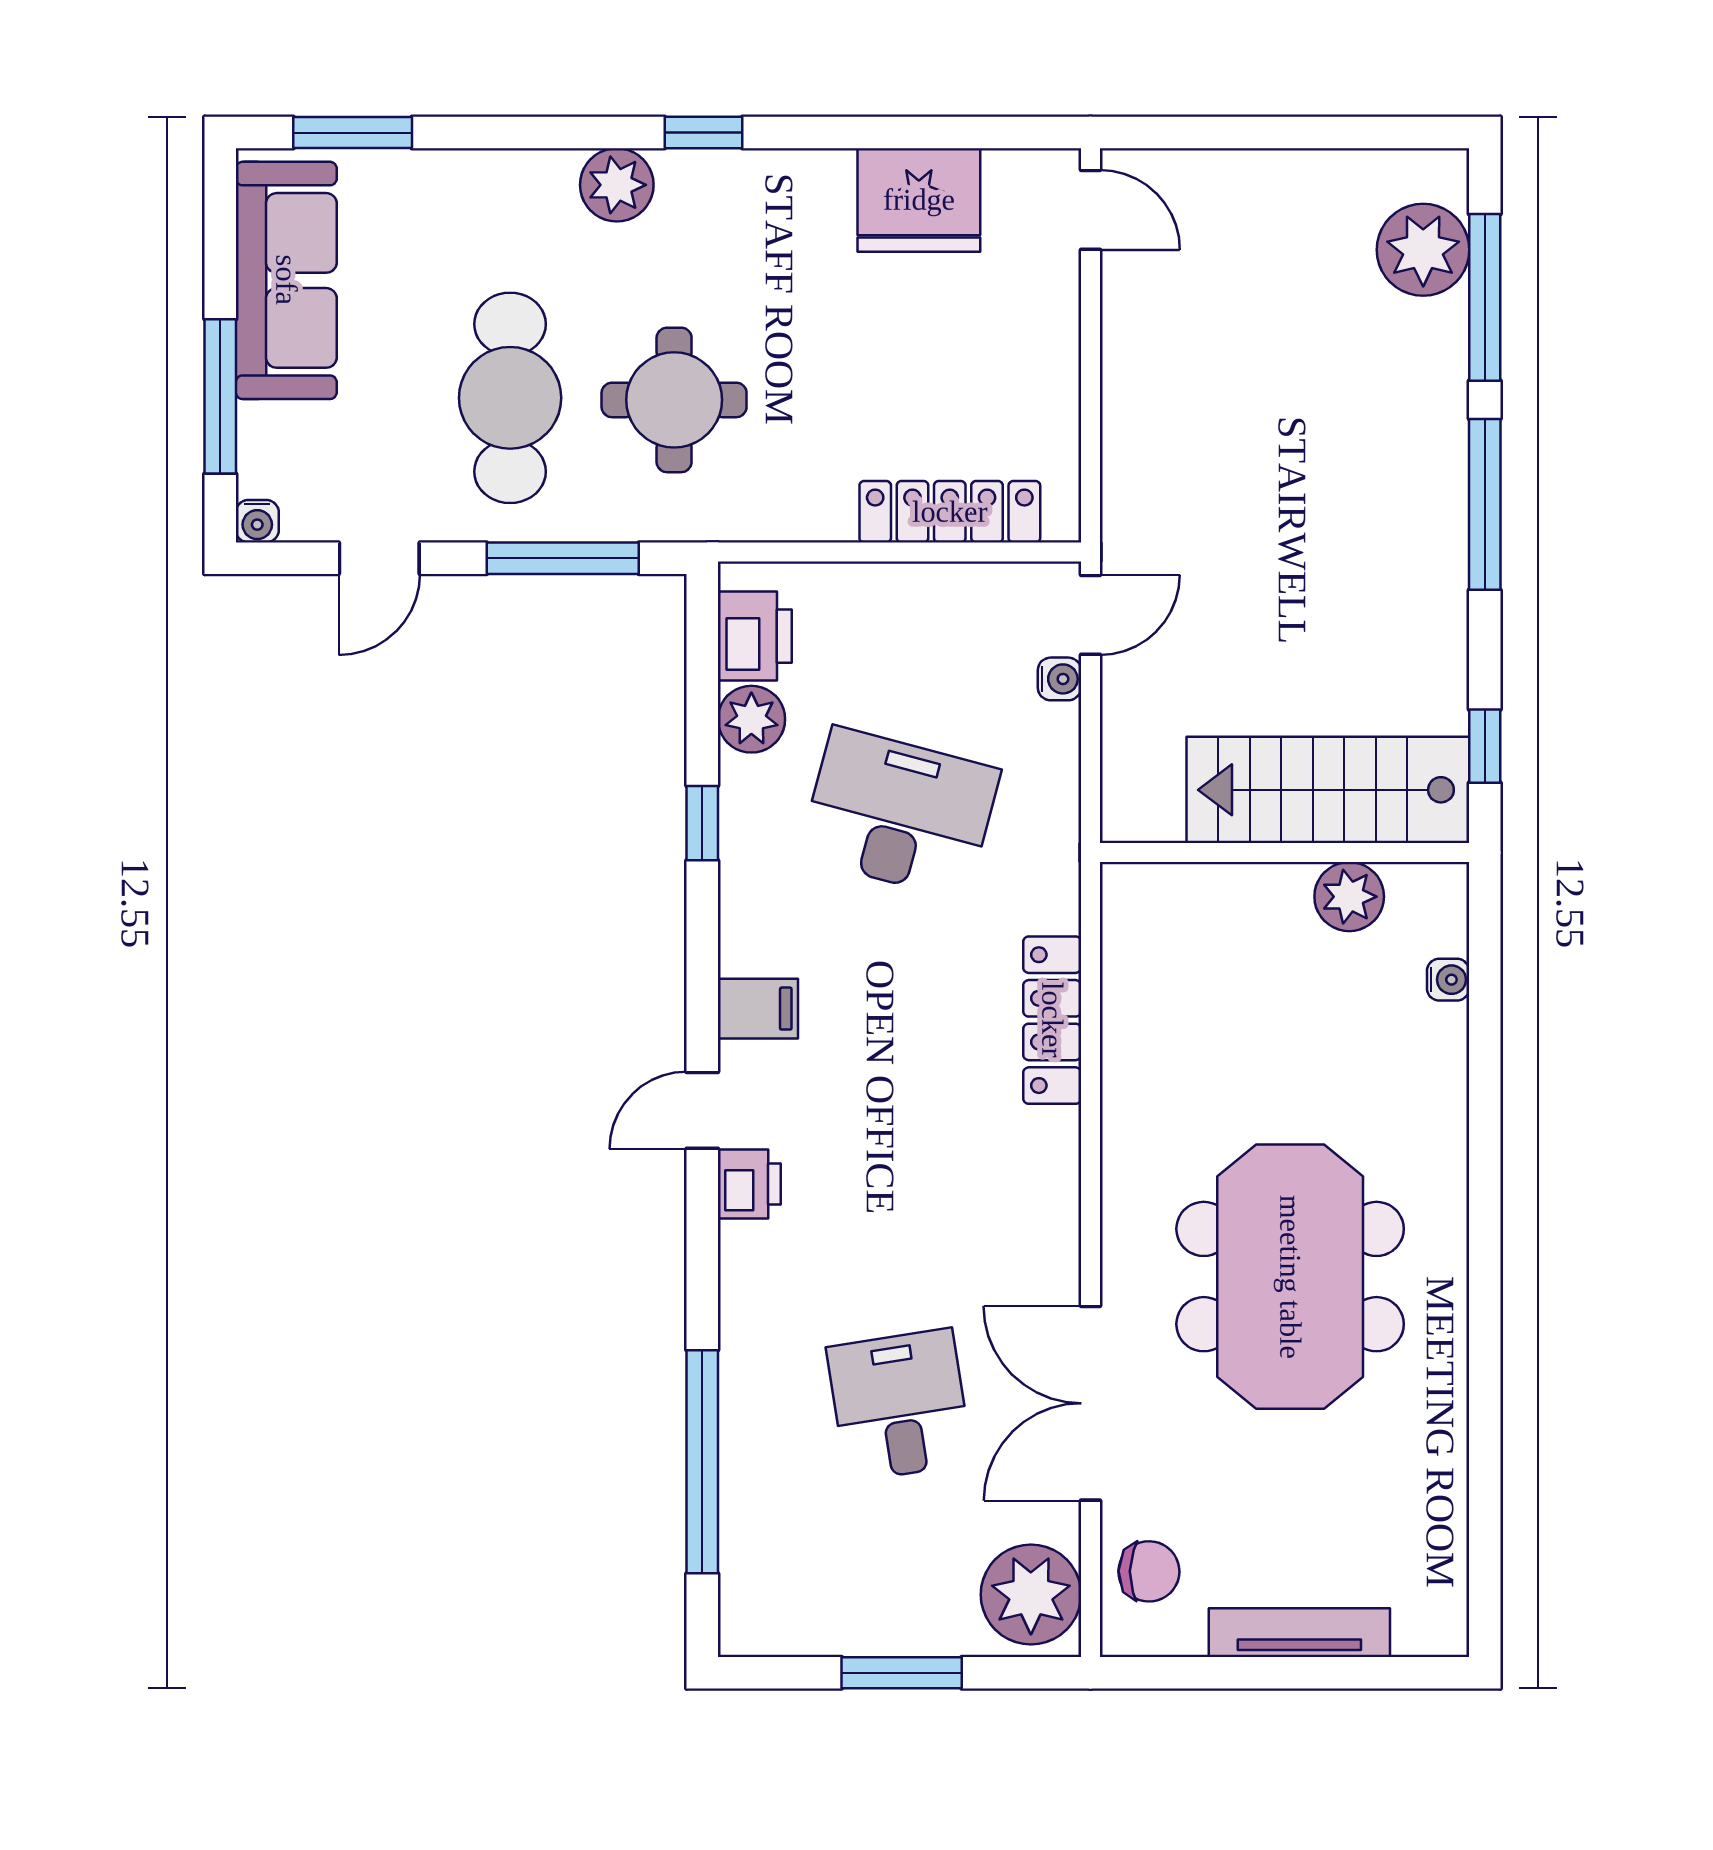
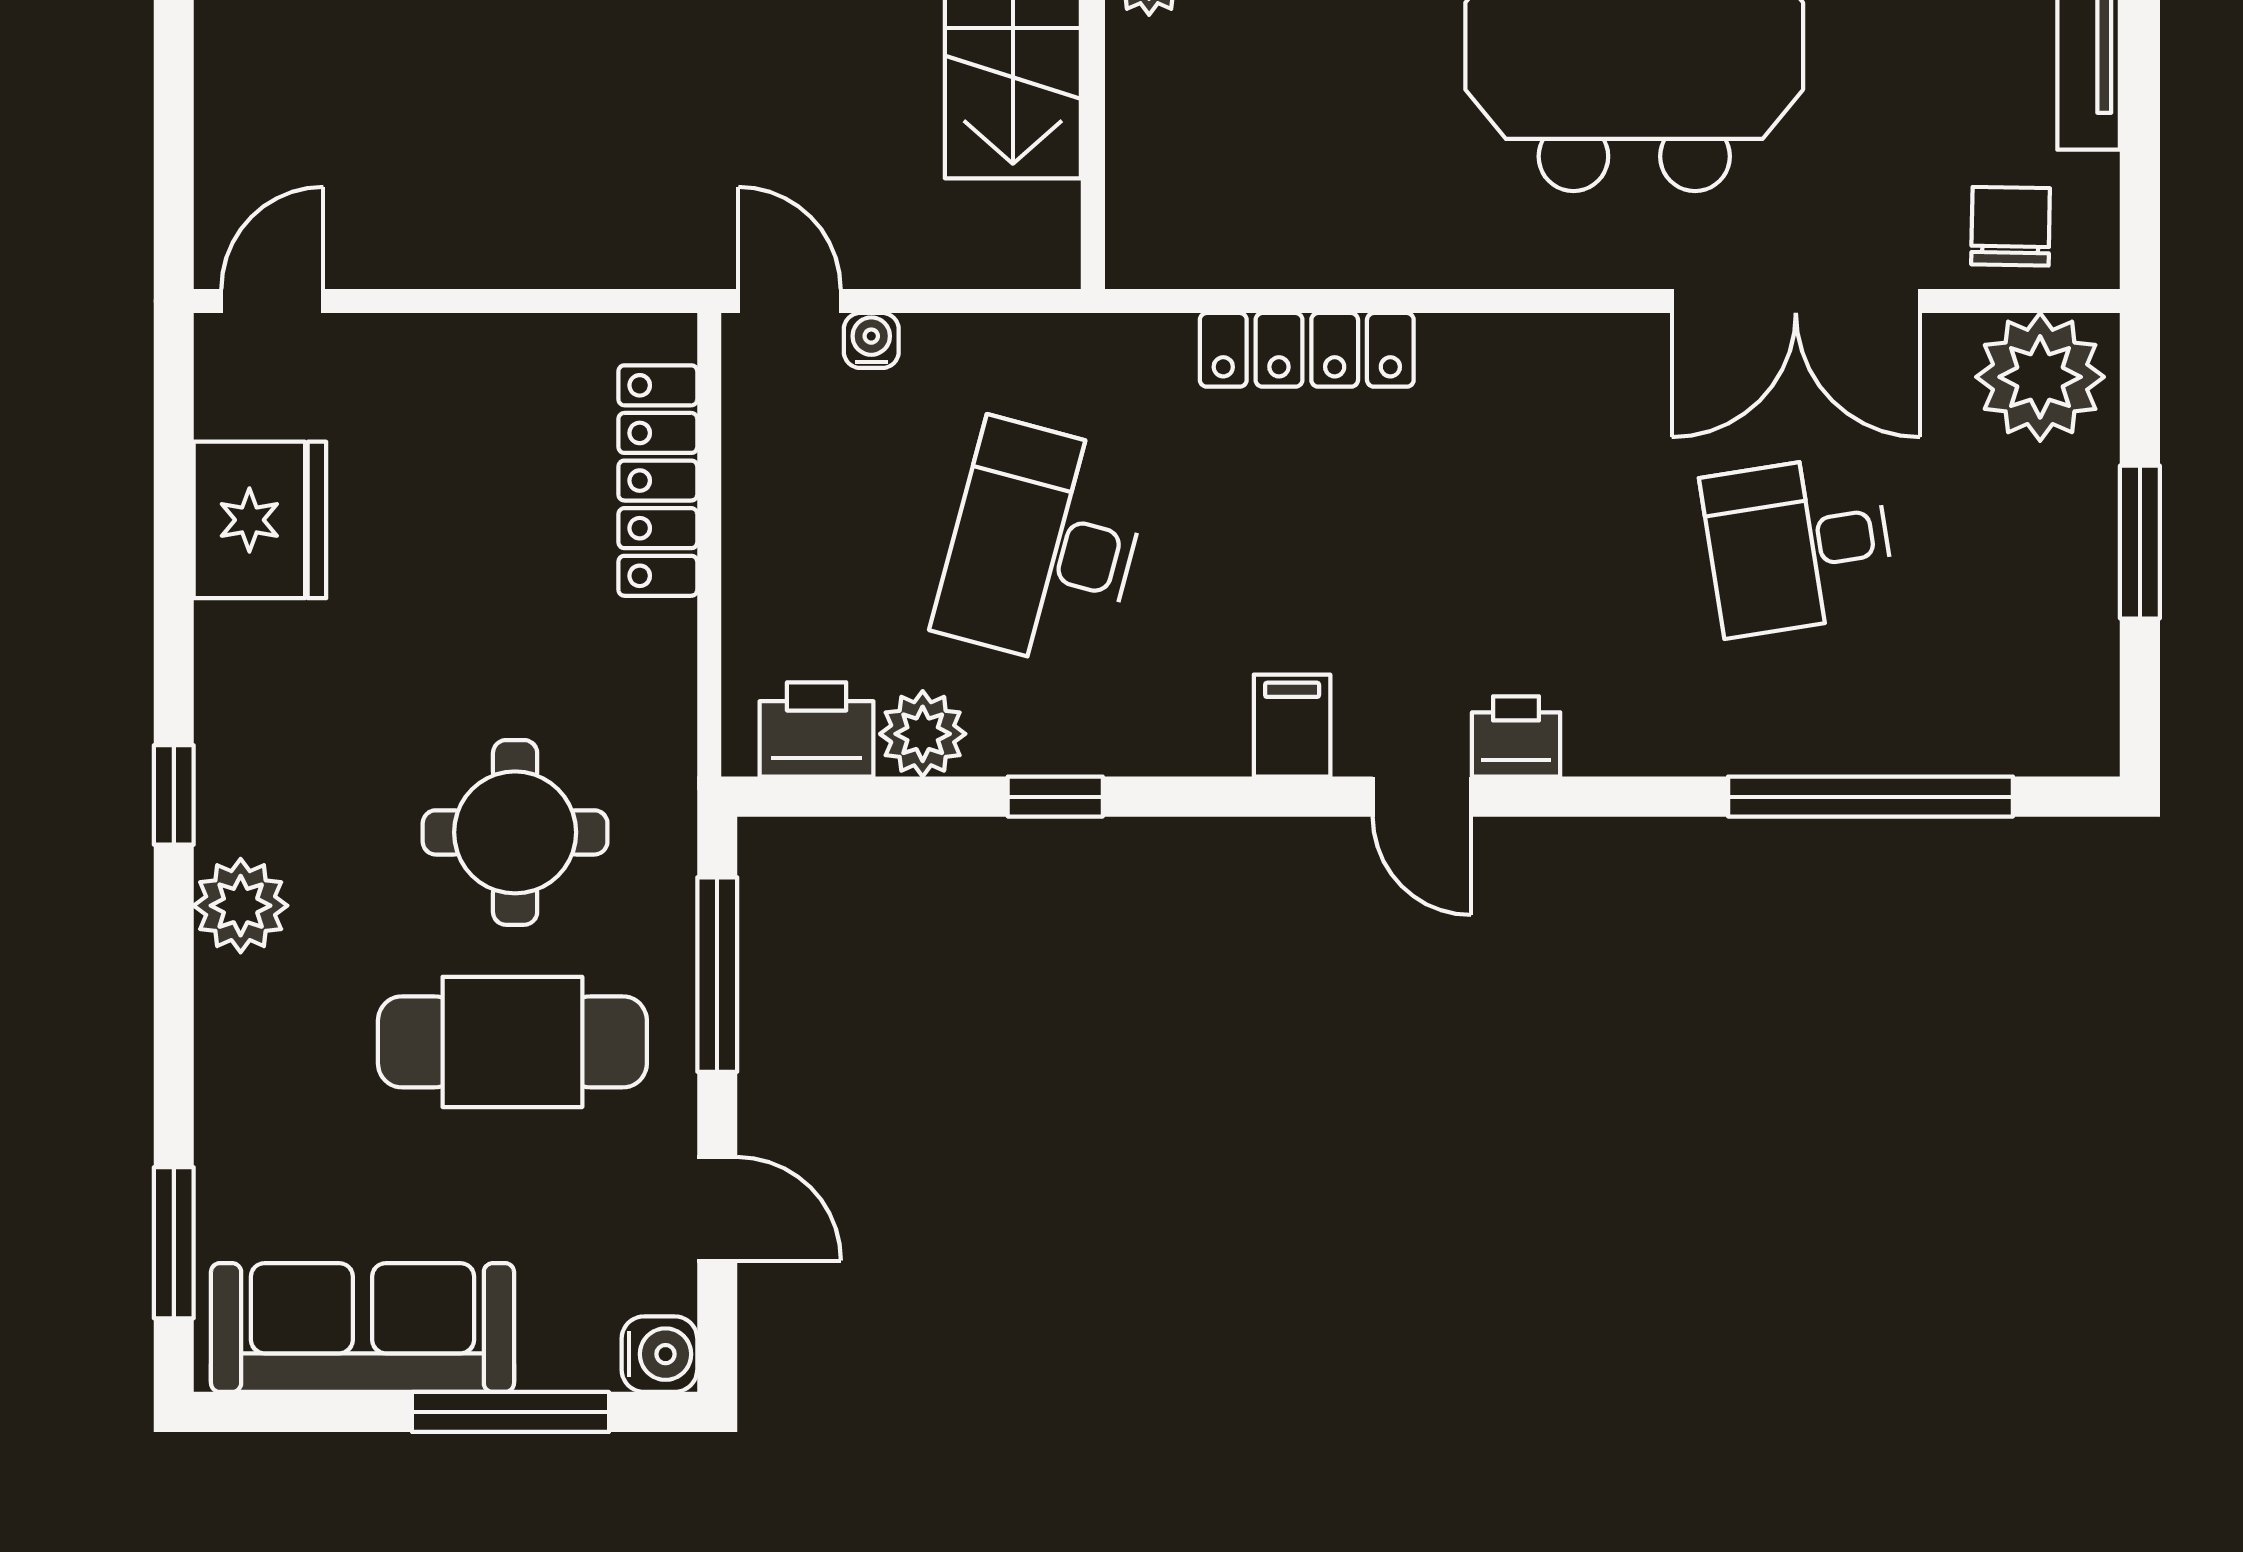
water cooler: (257, 521) -> (659, 1354), width x1.38, depth x1.38

